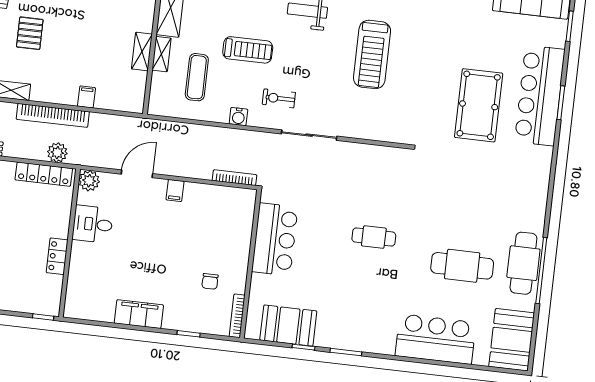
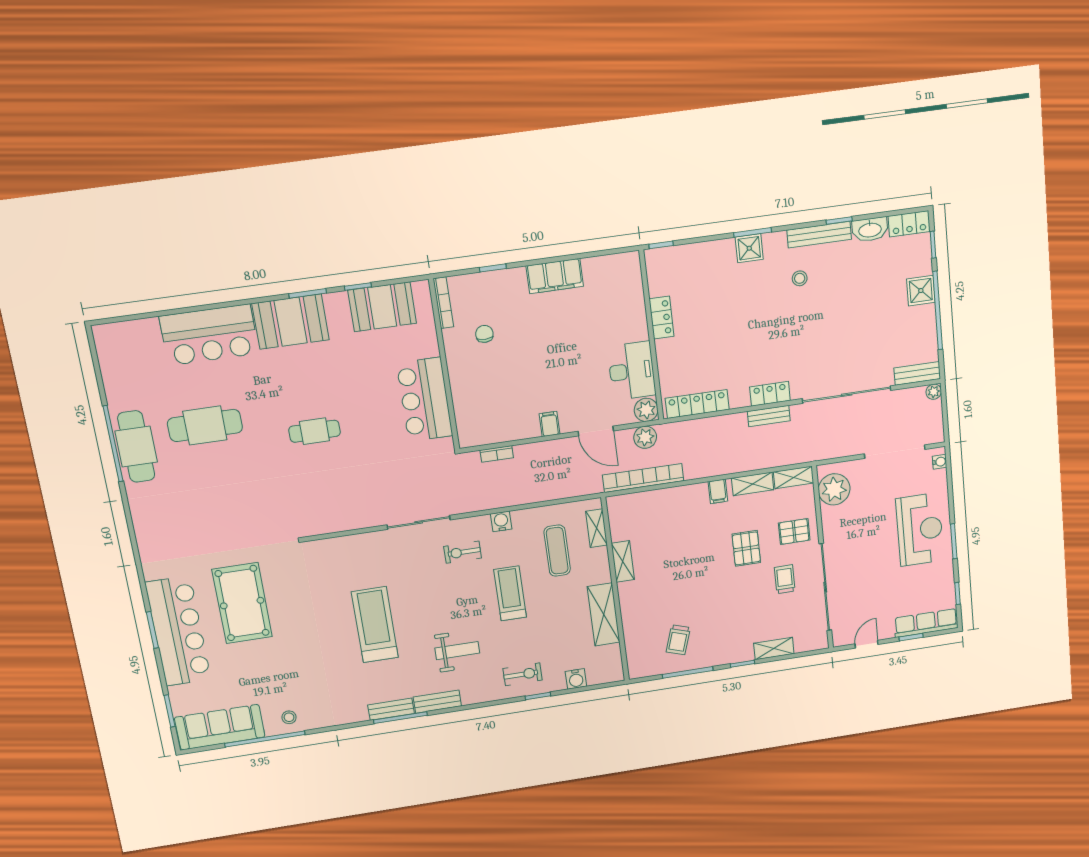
treadmill: (248, 50) -> (510, 593), turned 90
shelving: (161, 54) -> (596, 528), moved
filing cabinet: (86, 97) -> (718, 491), moved
exercise bike: (279, 98) -> (463, 552), turned 180
bookcase: (53, 115) -> (643, 478), moved
plant: (57, 153) -> (645, 437), moved
door: (137, 174) -> (596, 431), hinge flipped
bookcase: (234, 178) -> (497, 454), width x0.64
desk: (93, 224) -> (632, 371), width x1.37
booth: (512, 340) -> (291, 322), moved, turned 90

